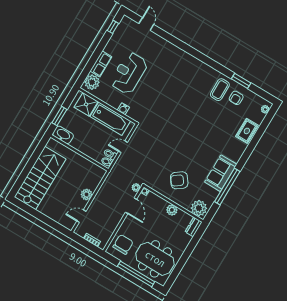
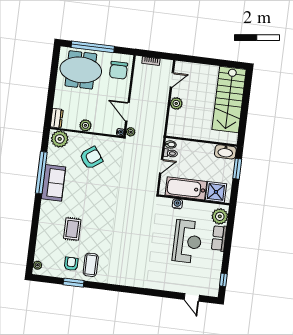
rug: (247, 131) -> (72, 229), moved

